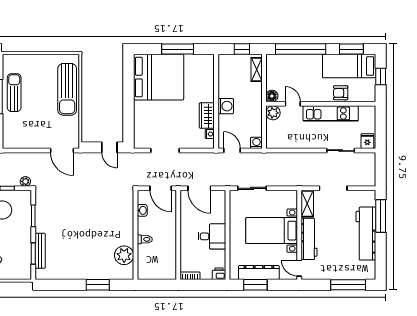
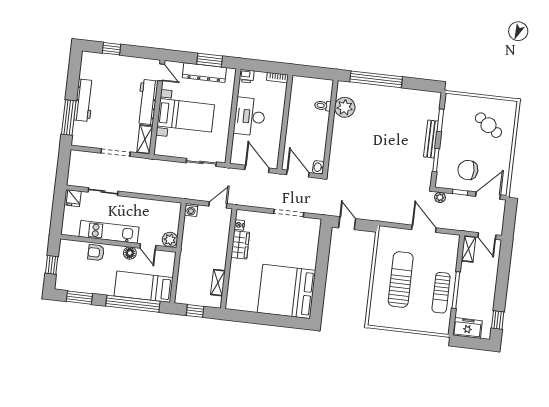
window: (178, 49) -> (263, 319), removed
bed: (349, 66) -> (144, 287), moved, turned 180
shelving: (257, 69) -> (218, 283), moved
sun lounger: (67, 89) -> (401, 280), moved
armchair: (341, 93) -> (96, 253), turned 180
floor lamp: (272, 96) -> (130, 253), moved
washing machine: (226, 106) -> (219, 253), removed
door: (62, 151) -> (424, 229), moved
door: (232, 151) -> (218, 205), swing flipped
washbasin: (142, 210) -> (318, 167), moved
workbench: (366, 234) -> (84, 100), width x0.73, depth x0.76
desk: (212, 236) -> (250, 117), width x1.37
toilet: (145, 239) -> (323, 106), moved
bench: (40, 251) -> (431, 139), moved
window: (98, 285) -> (376, 79), width x2.11
window: (348, 285) -> (111, 49), width x0.46

